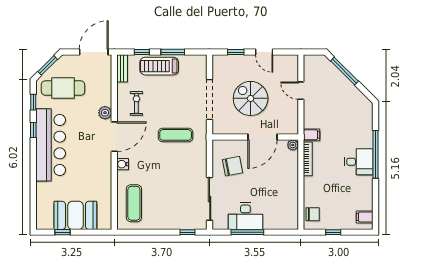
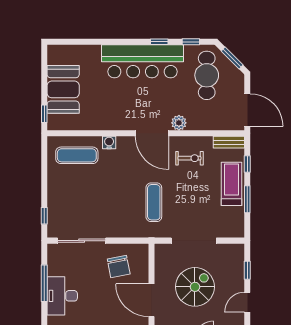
water cooler: (123, 164) -> (109, 143), moved
desk: (245, 216) -> (62, 296), moved
window: (62, 232) -> (44, 114), moved

